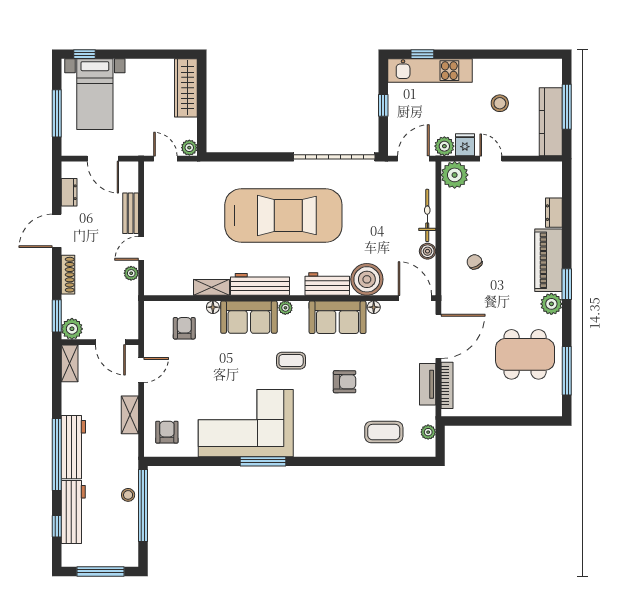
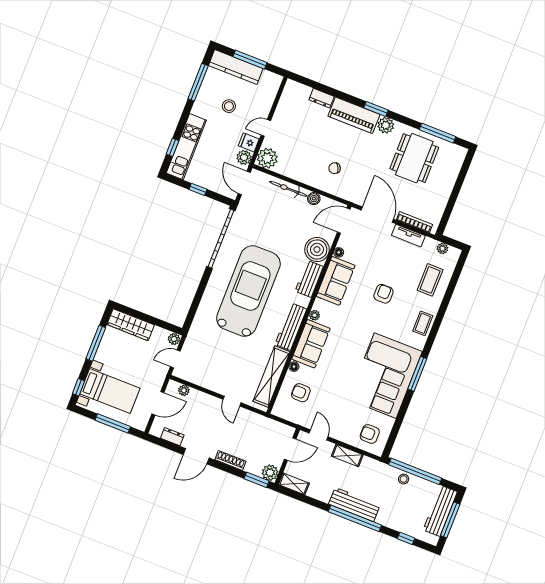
window: (147, 54) -> (96, 343), added
window: (514, 54) -> (198, 82), added
kitchen counter: (551, 122) -> (236, 67), moved
bench: (131, 213) -> (204, 399), removed
door: (57, 231) -> (196, 456), hinge flipped
plant: (131, 273) -> (184, 390), moved
shelving: (211, 287) -> (272, 377), width x2.20, depth x1.33
coffee table: (291, 361) -> (423, 323), moved
workbench: (73, 512) -> (440, 511), moved, turned -90

